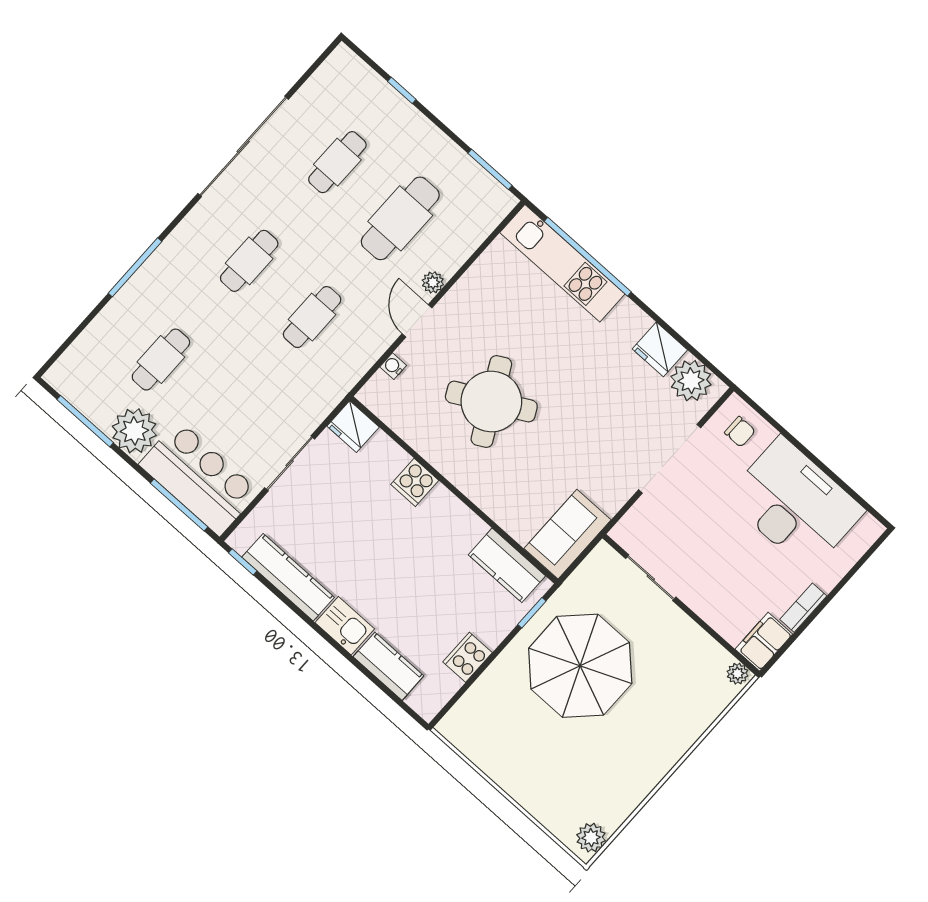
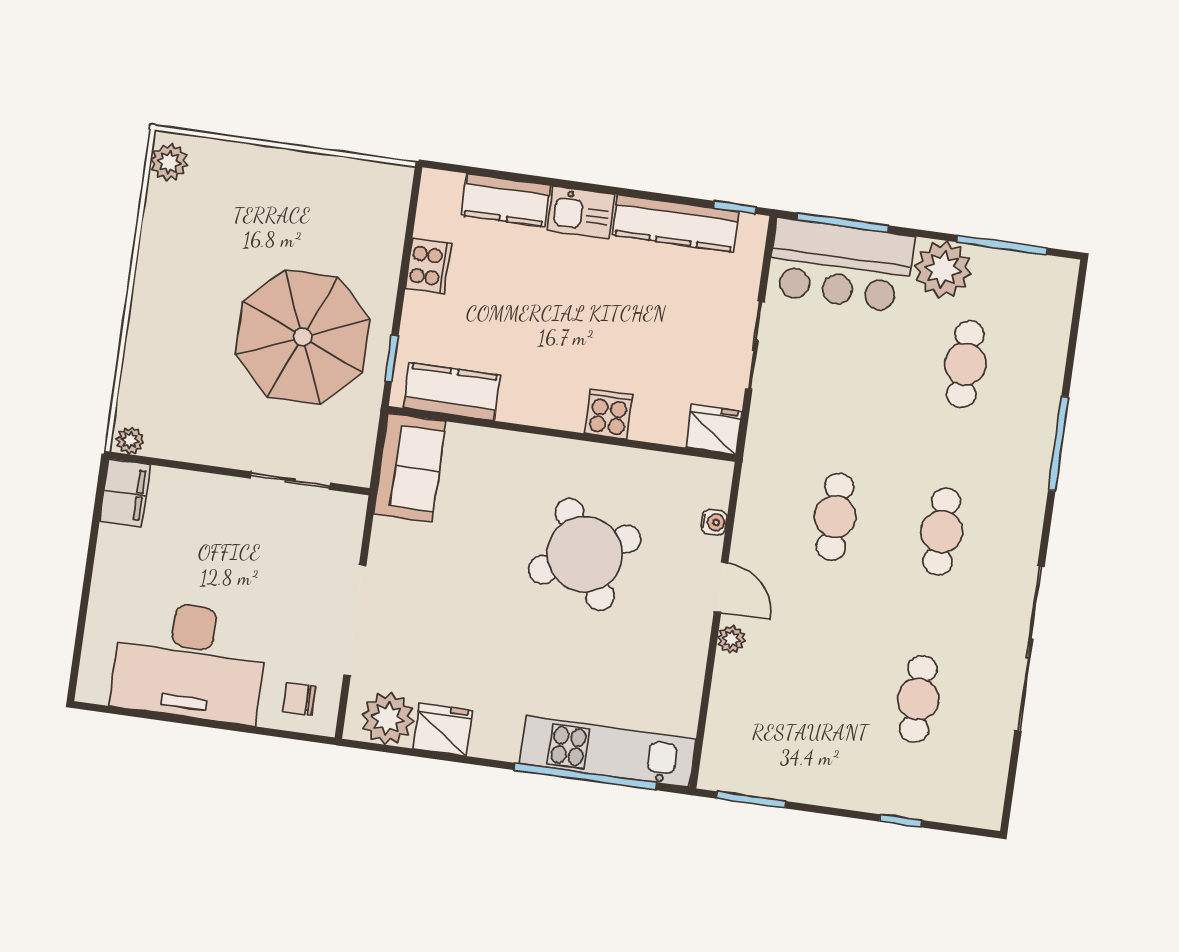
cafe table: (400, 218) -> (812, 684), removed
bookcase: (803, 608) -> (107, 557), removed

